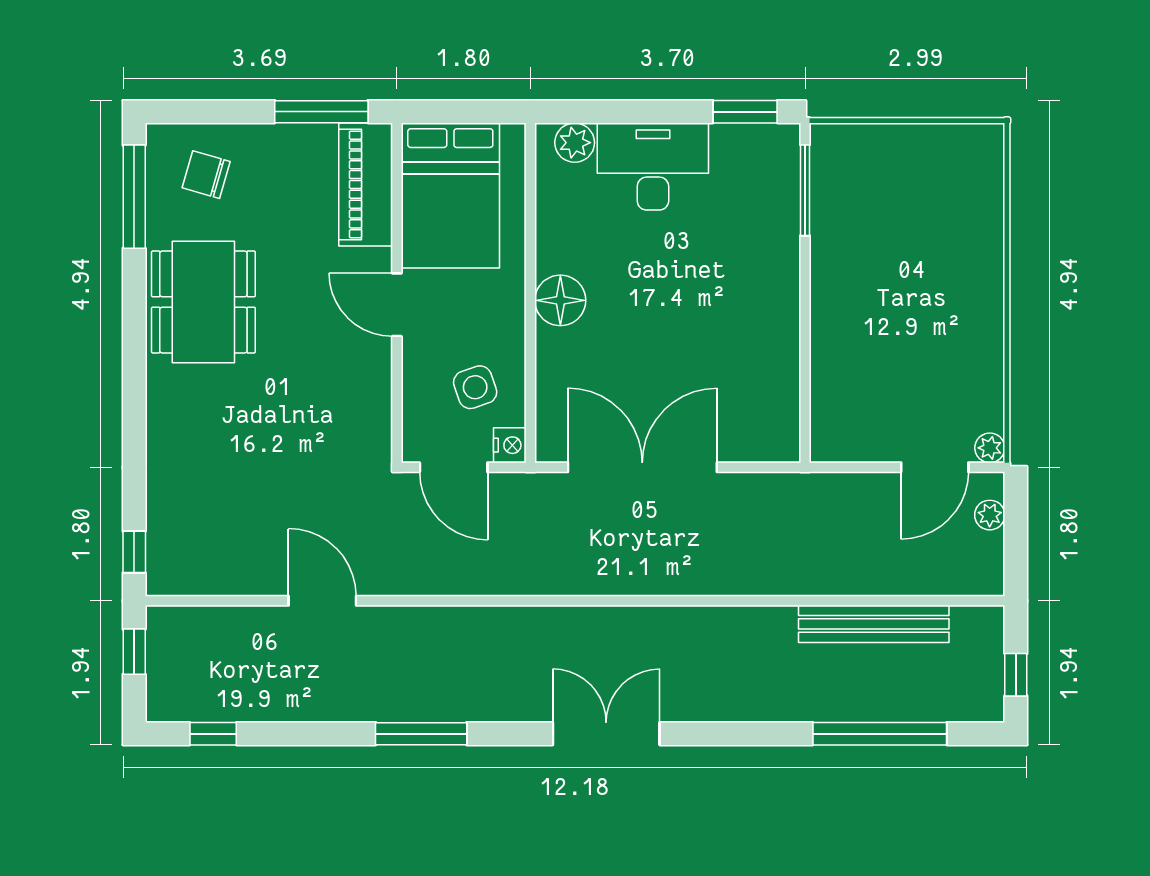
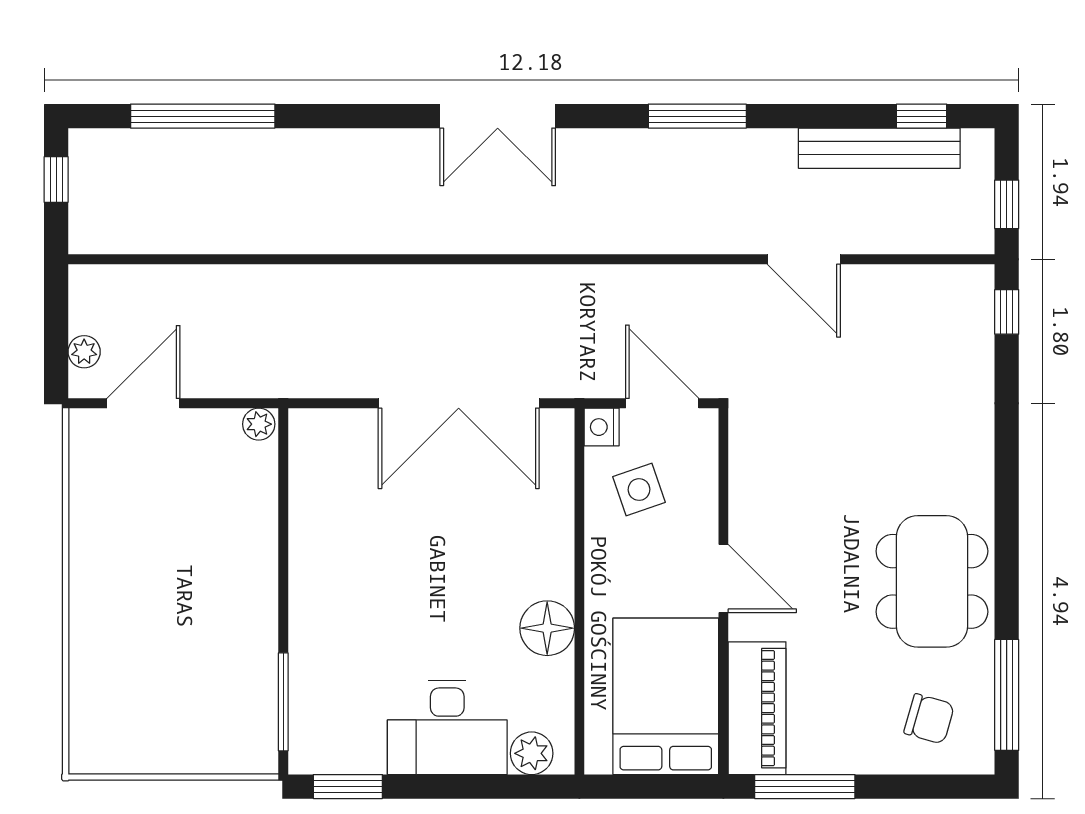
floor lamp: (560, 300) -> (547, 628), moved
plant: (990, 448) -> (259, 424), moved
bench: (874, 624) -> (879, 148), moved

